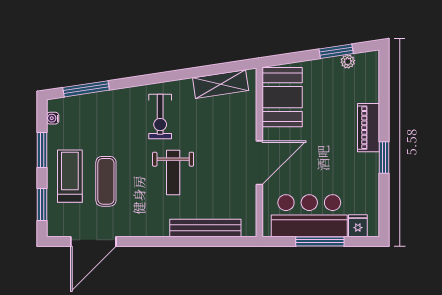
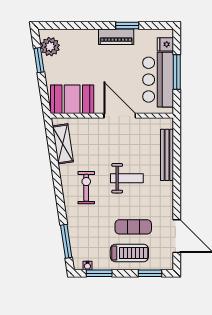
plant: (348, 61) -> (50, 47), width x1.88, depth x1.88
exercise bike: (160, 117) -> (86, 188), turned -90
piano: (368, 128) -> (116, 37), moved
window: (42, 150) -> (99, 273), moved
window: (384, 157) -> (127, 26), moved
treadmill: (70, 176) -> (129, 253), turned 180

